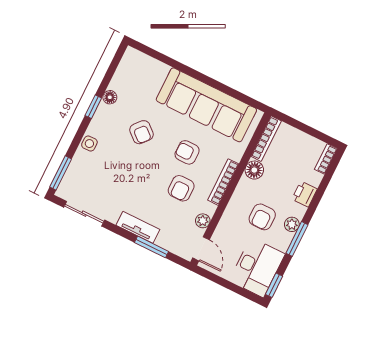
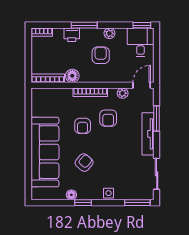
sofa: (206, 105) -> (45, 152), moved
armchair: (181, 188) -> (108, 118), turned 90
armchair: (262, 217) -> (101, 55), turned -90
plant: (292, 224) -> (109, 33), moved
tv unit: (138, 227) -> (148, 134), width x1.41
window: (297, 239) -> (84, 25), moved
desk: (257, 267) -> (141, 42), width x0.73

